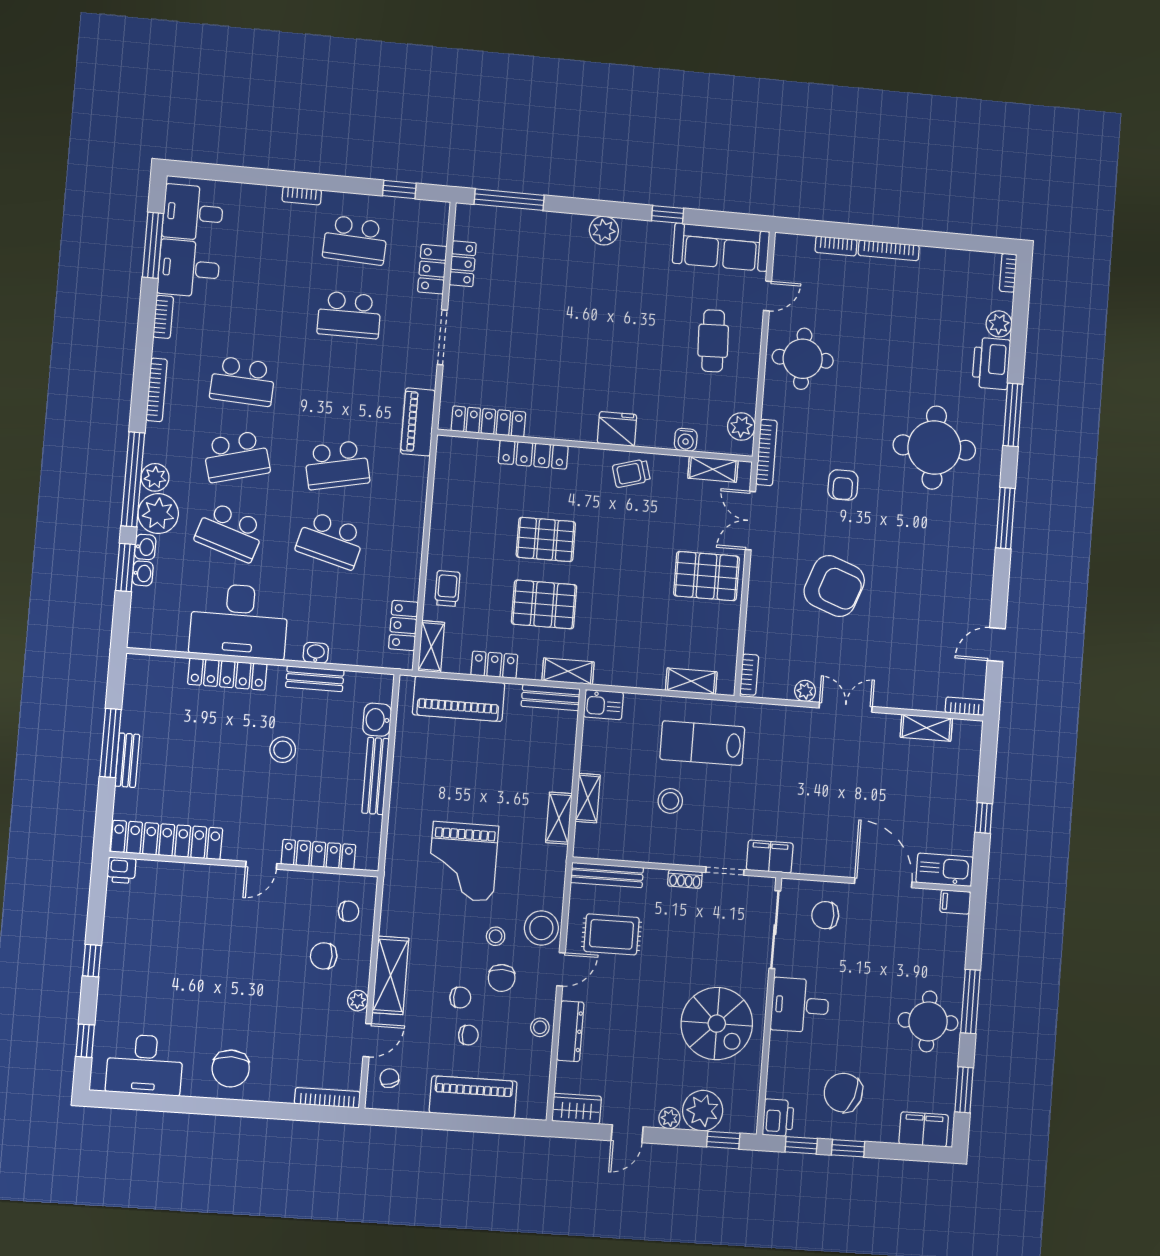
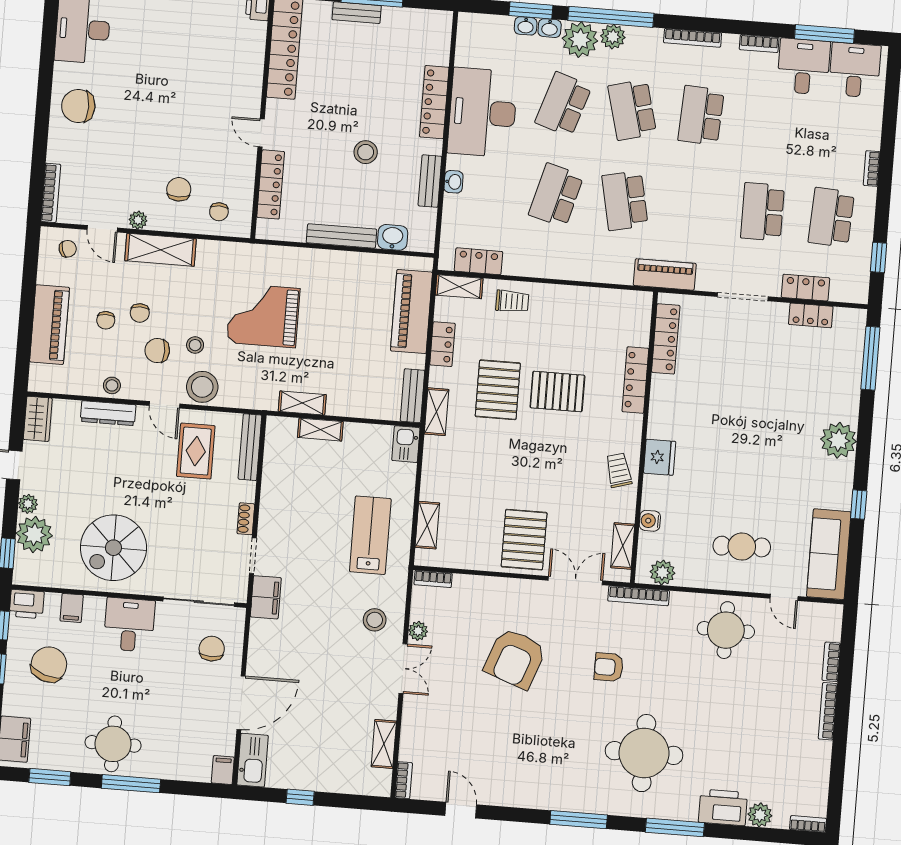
plant: (604, 231) -> (839, 440), width x1.36, depth x1.36
pallet: (546, 539) -> (557, 392), turned 90
stool: (670, 801) -> (375, 620), moved
filing cabinet: (782, 1069) -> (72, 608), added

